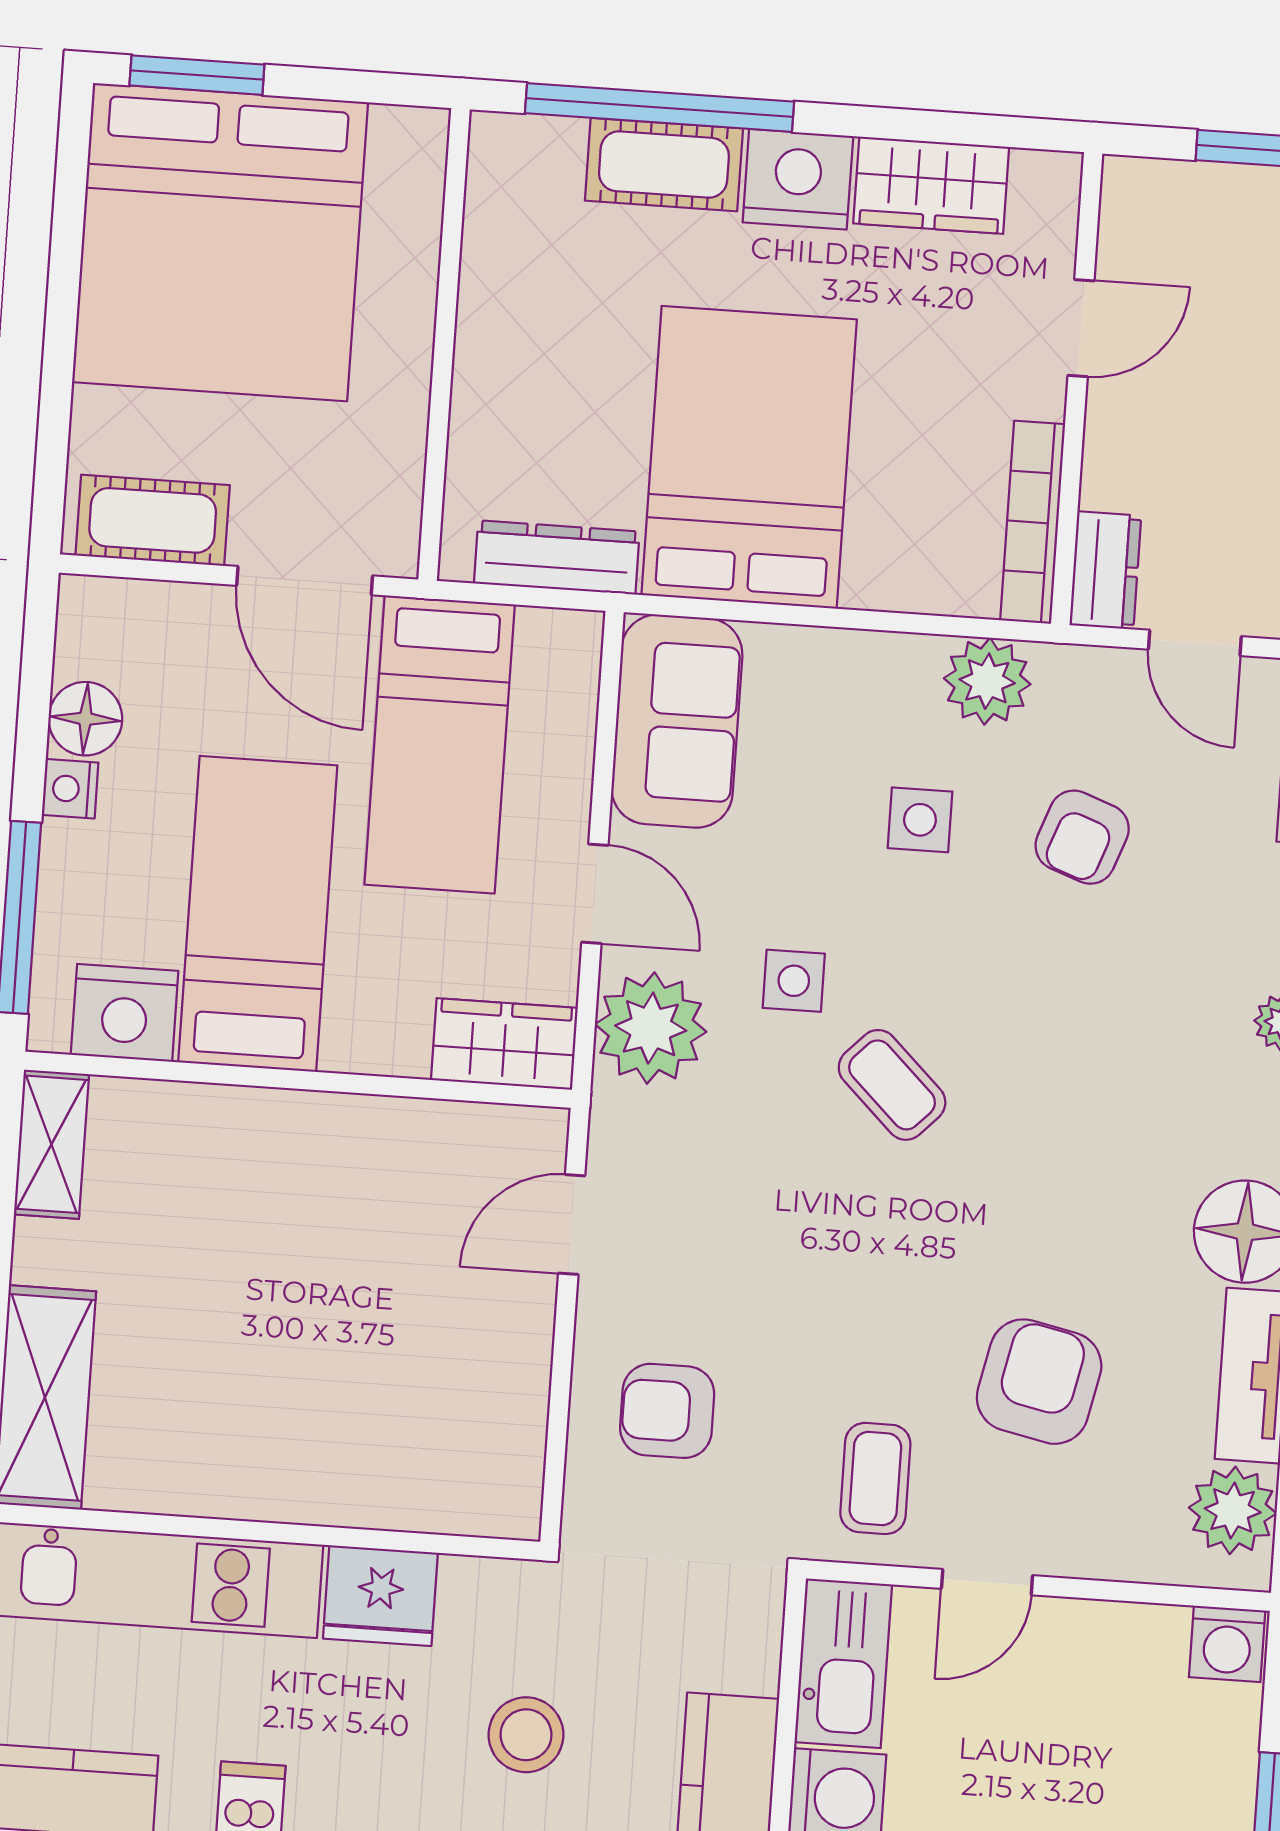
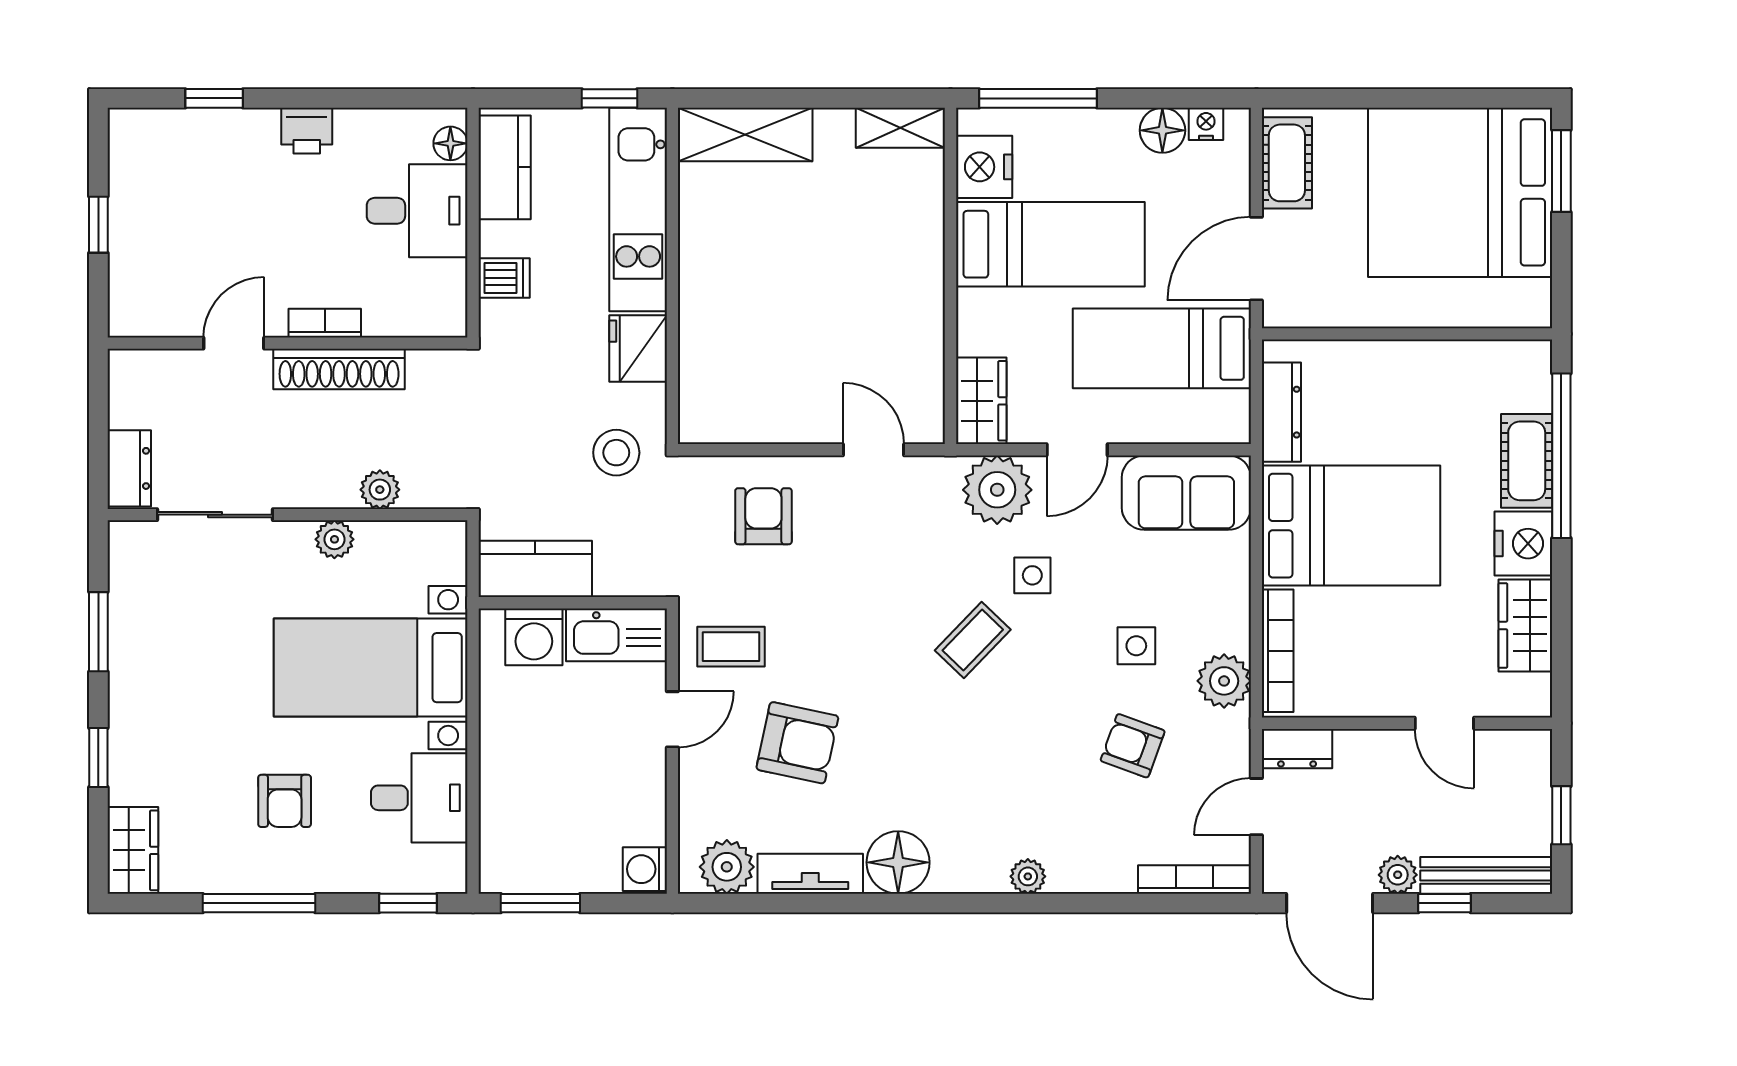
bookcase: (1033, 522) -> (1278, 651), moved, turned 90
nightstand: (70, 789) -> (1206, 124), moved
door: (987, 1582) -> (672, 719), swing flipped
stool: (526, 1735) -> (616, 453), moved

